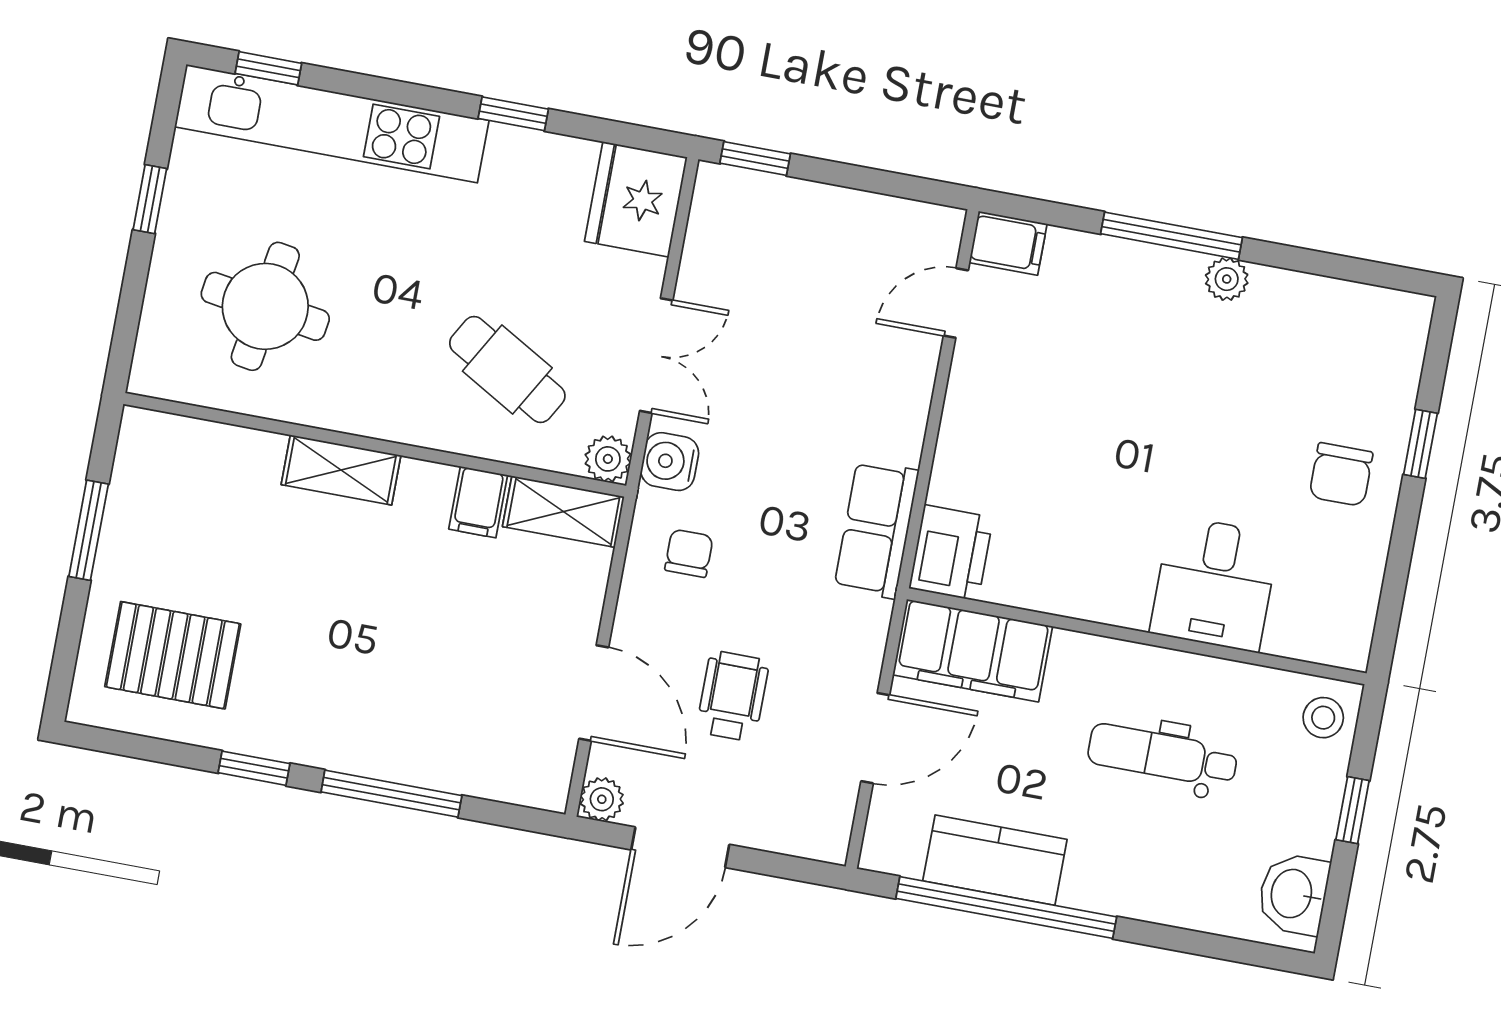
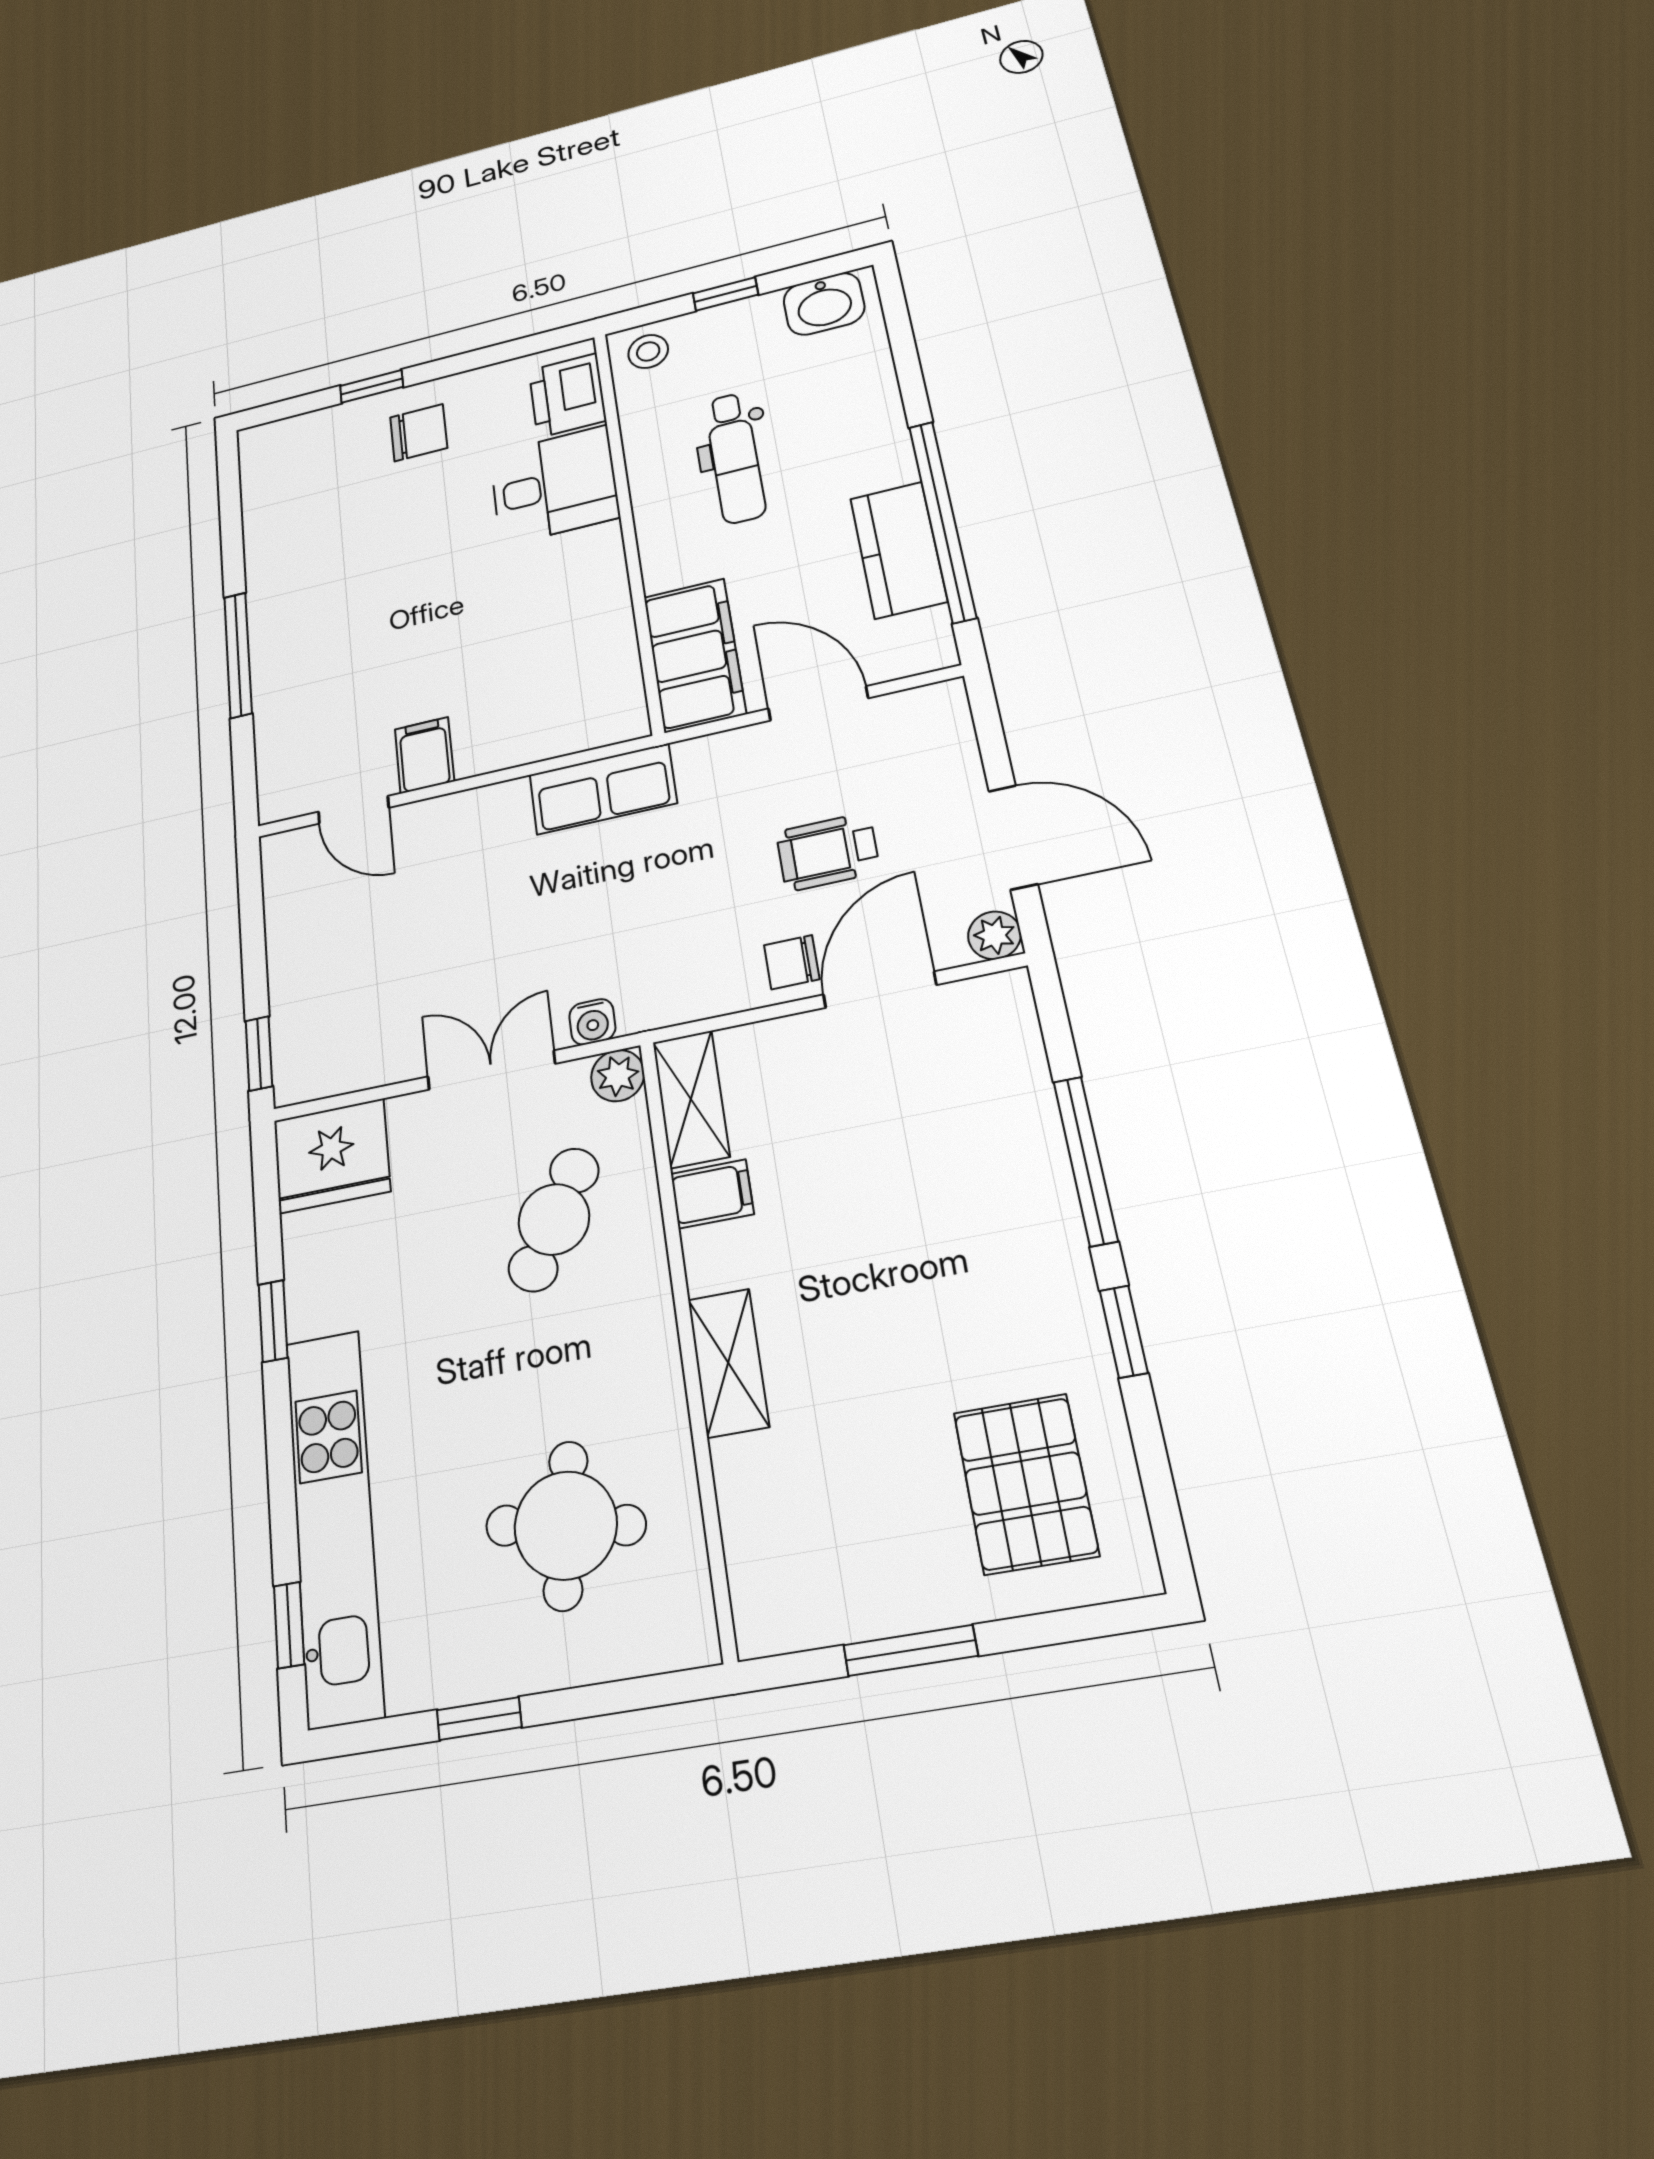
filing cabinet: (1008, 243) -> (424, 755), moved
plant: (1227, 279) -> (266, 594), removed
water cooler: (670, 462) -> (592, 1022), width x0.72, depth x0.72
chair: (689, 553) -> (792, 962), moved
printer: (951, 553) -> (567, 395), moved, turned -90

